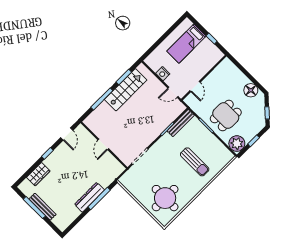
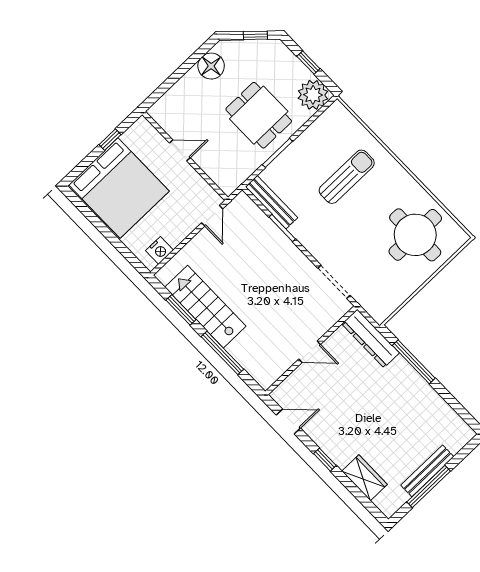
bed: (186, 44) -> (119, 188), width x2.04
nightstand: (163, 74) -> (159, 250), moved
door: (195, 86) -> (180, 150), moved
dresser: (89, 197) -> (371, 338), moved

